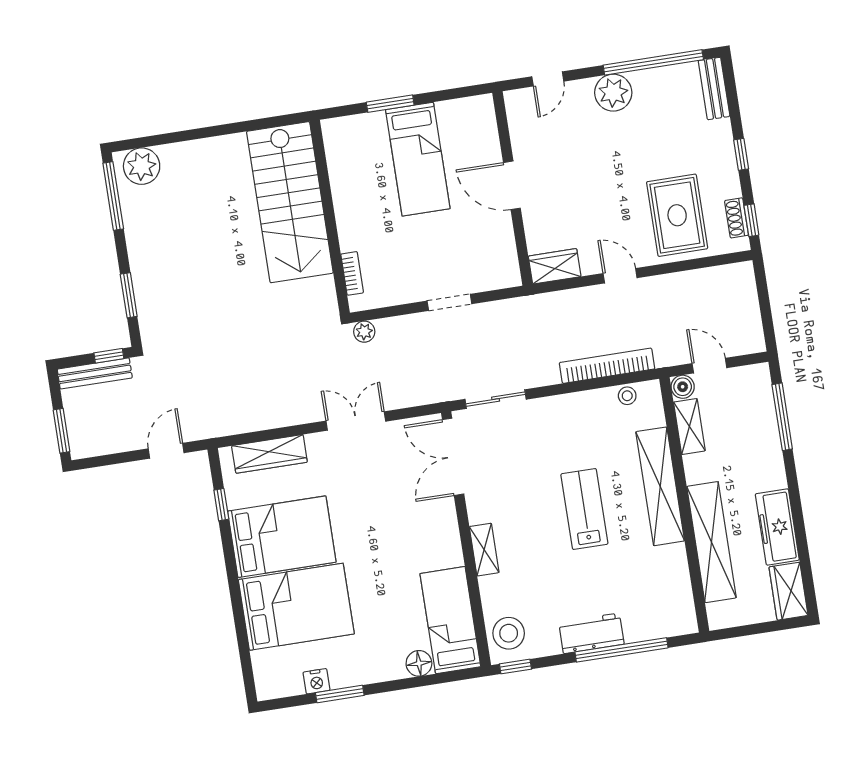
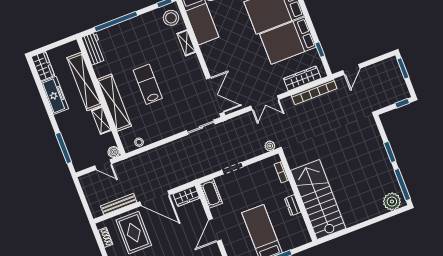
door: (512, 185) -> (215, 230), swing flipped
dresser: (344, 202) -> (293, 205), added
window: (751, 220) -> (98, 238), removed
cot: (503, 261) -> (211, 193), added
door: (620, 276) -> (155, 198), width x1.88
window: (129, 295) -> (390, 152), moved
window: (109, 356) -> (402, 103), moved
bookcase: (607, 366) -> (314, 92), moved
bench: (95, 373) -> (119, 204), moved
shelving: (689, 426) -> (101, 120), moved
lab bench: (584, 509) -> (148, 84), turned 180
shelving: (484, 550) -> (186, 43), moved
workbench: (591, 633) -> (94, 49), moved, turned -90

